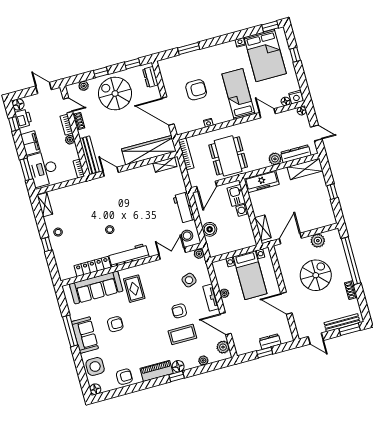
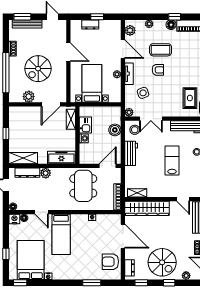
armchair: (196, 90) -> (110, 262), moved
kitchen sink: (236, 195) -> (85, 125), moved
lab bench: (135, 212) -> (172, 160), added

